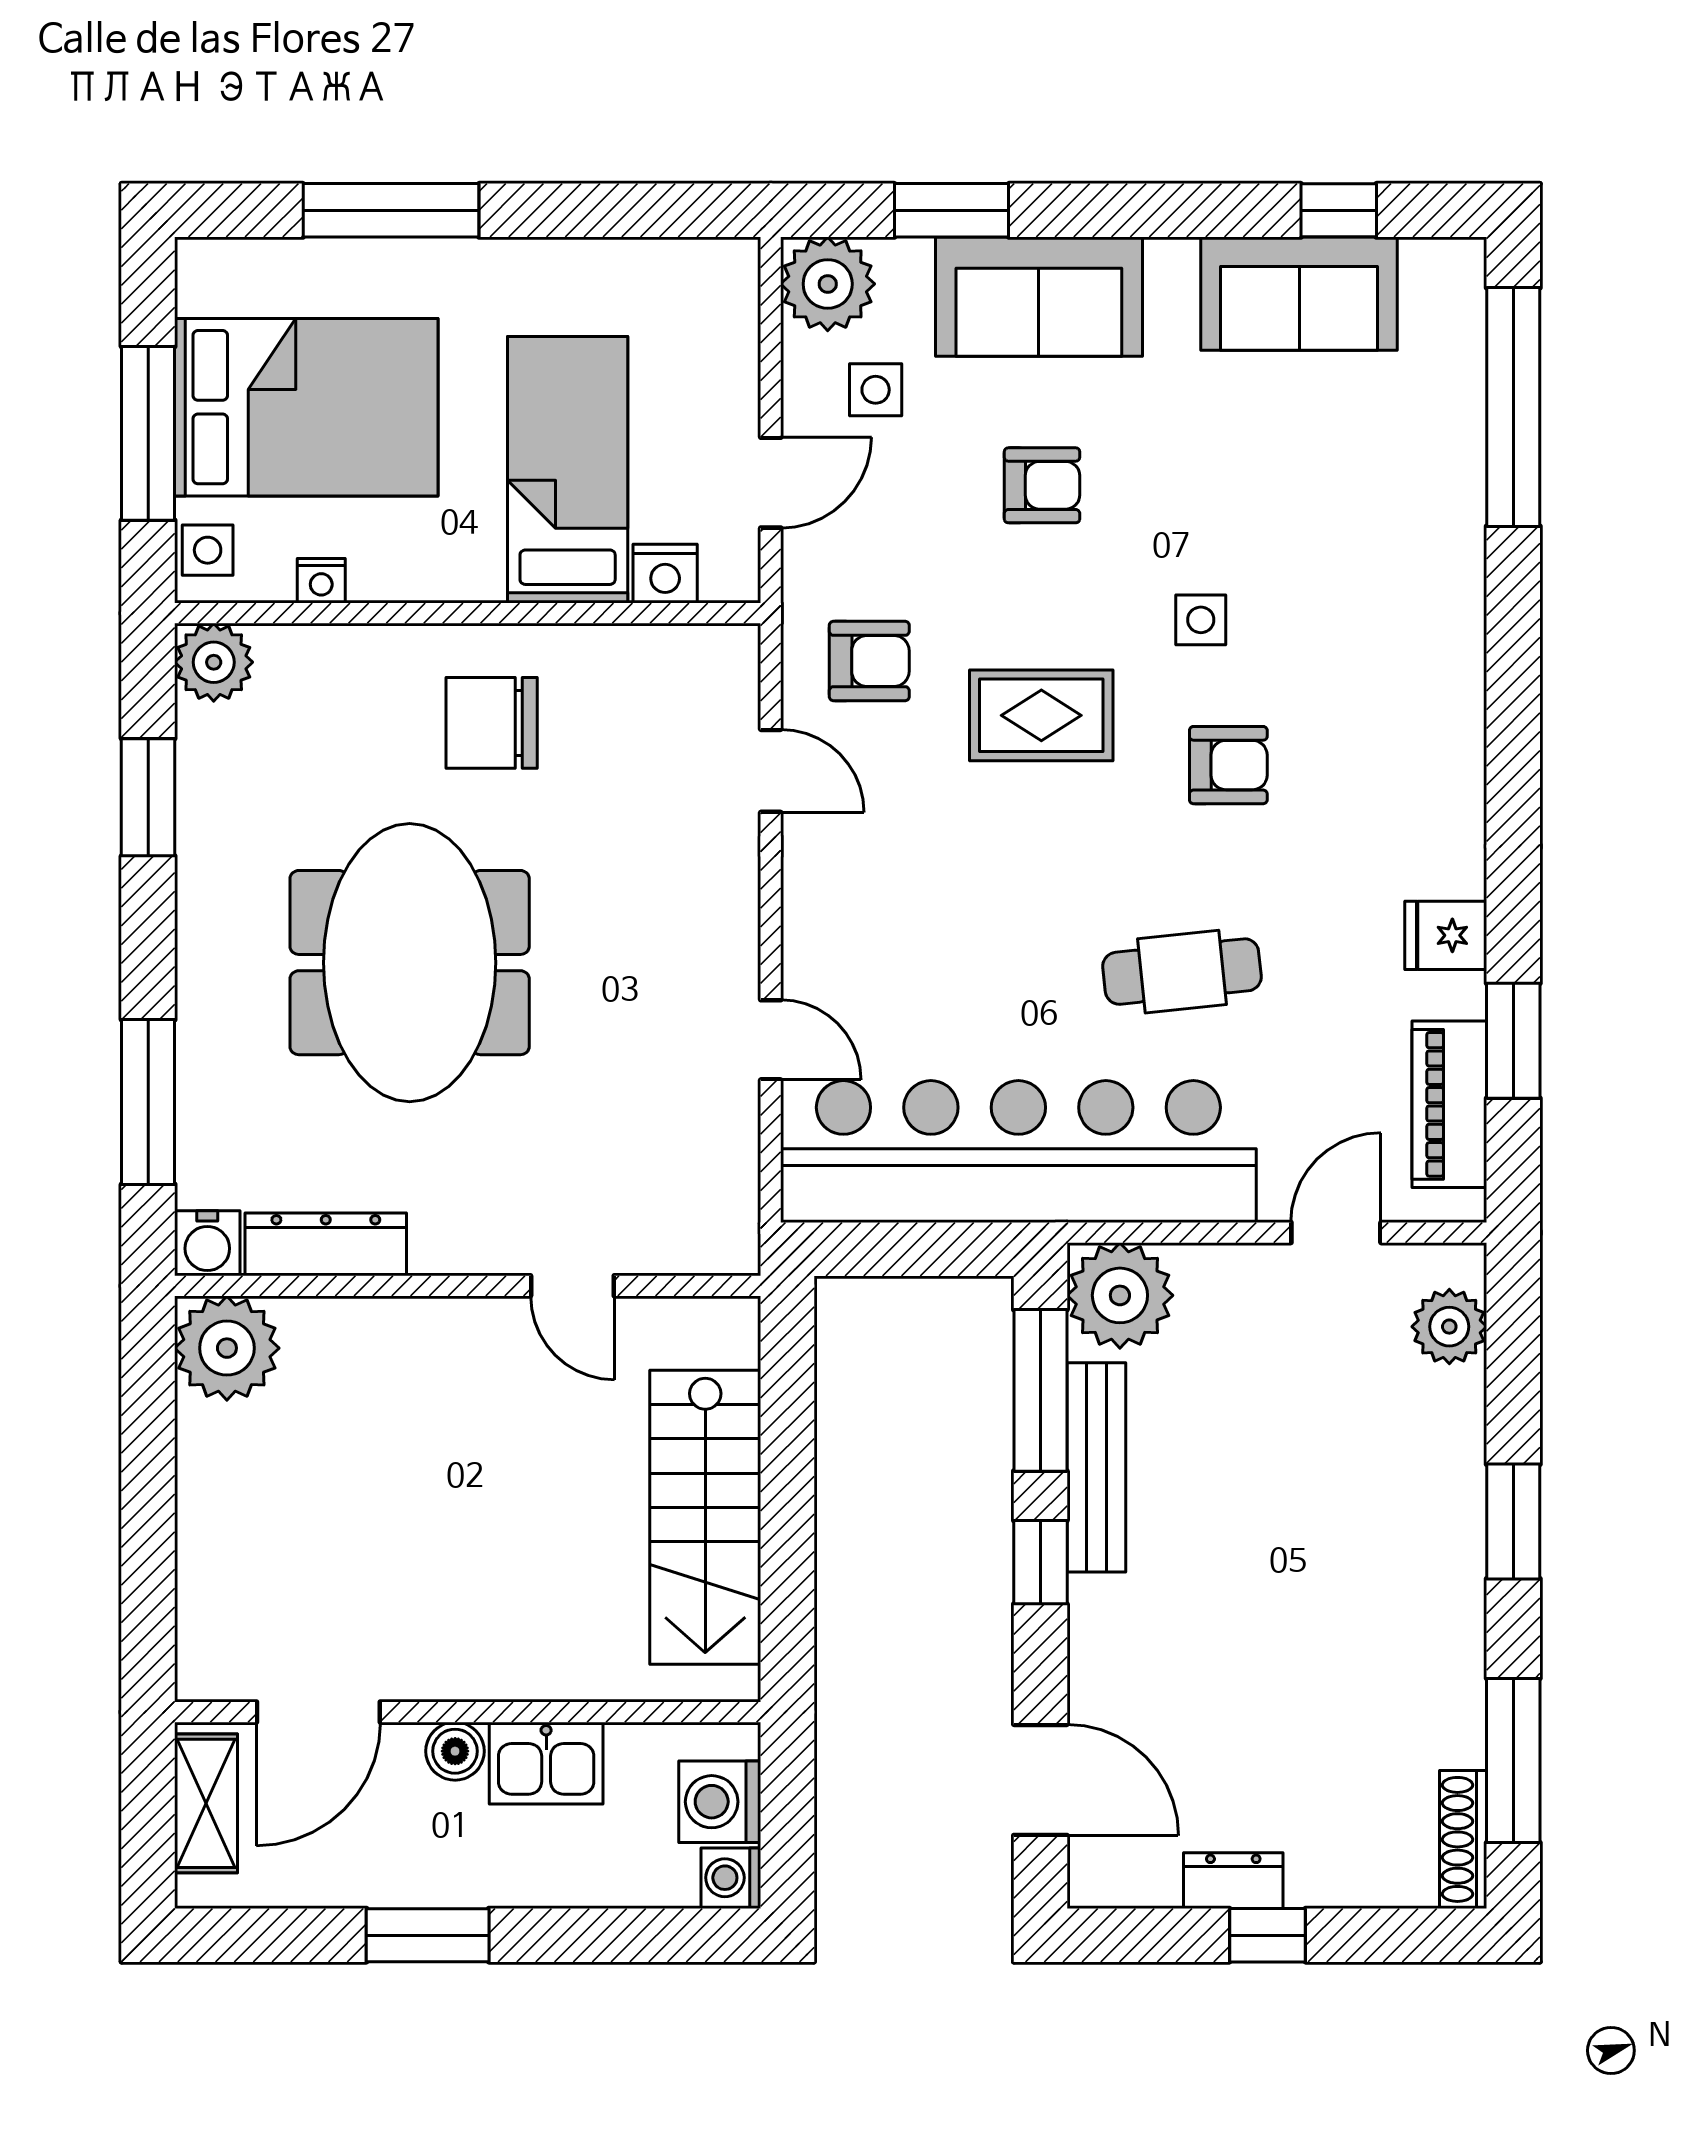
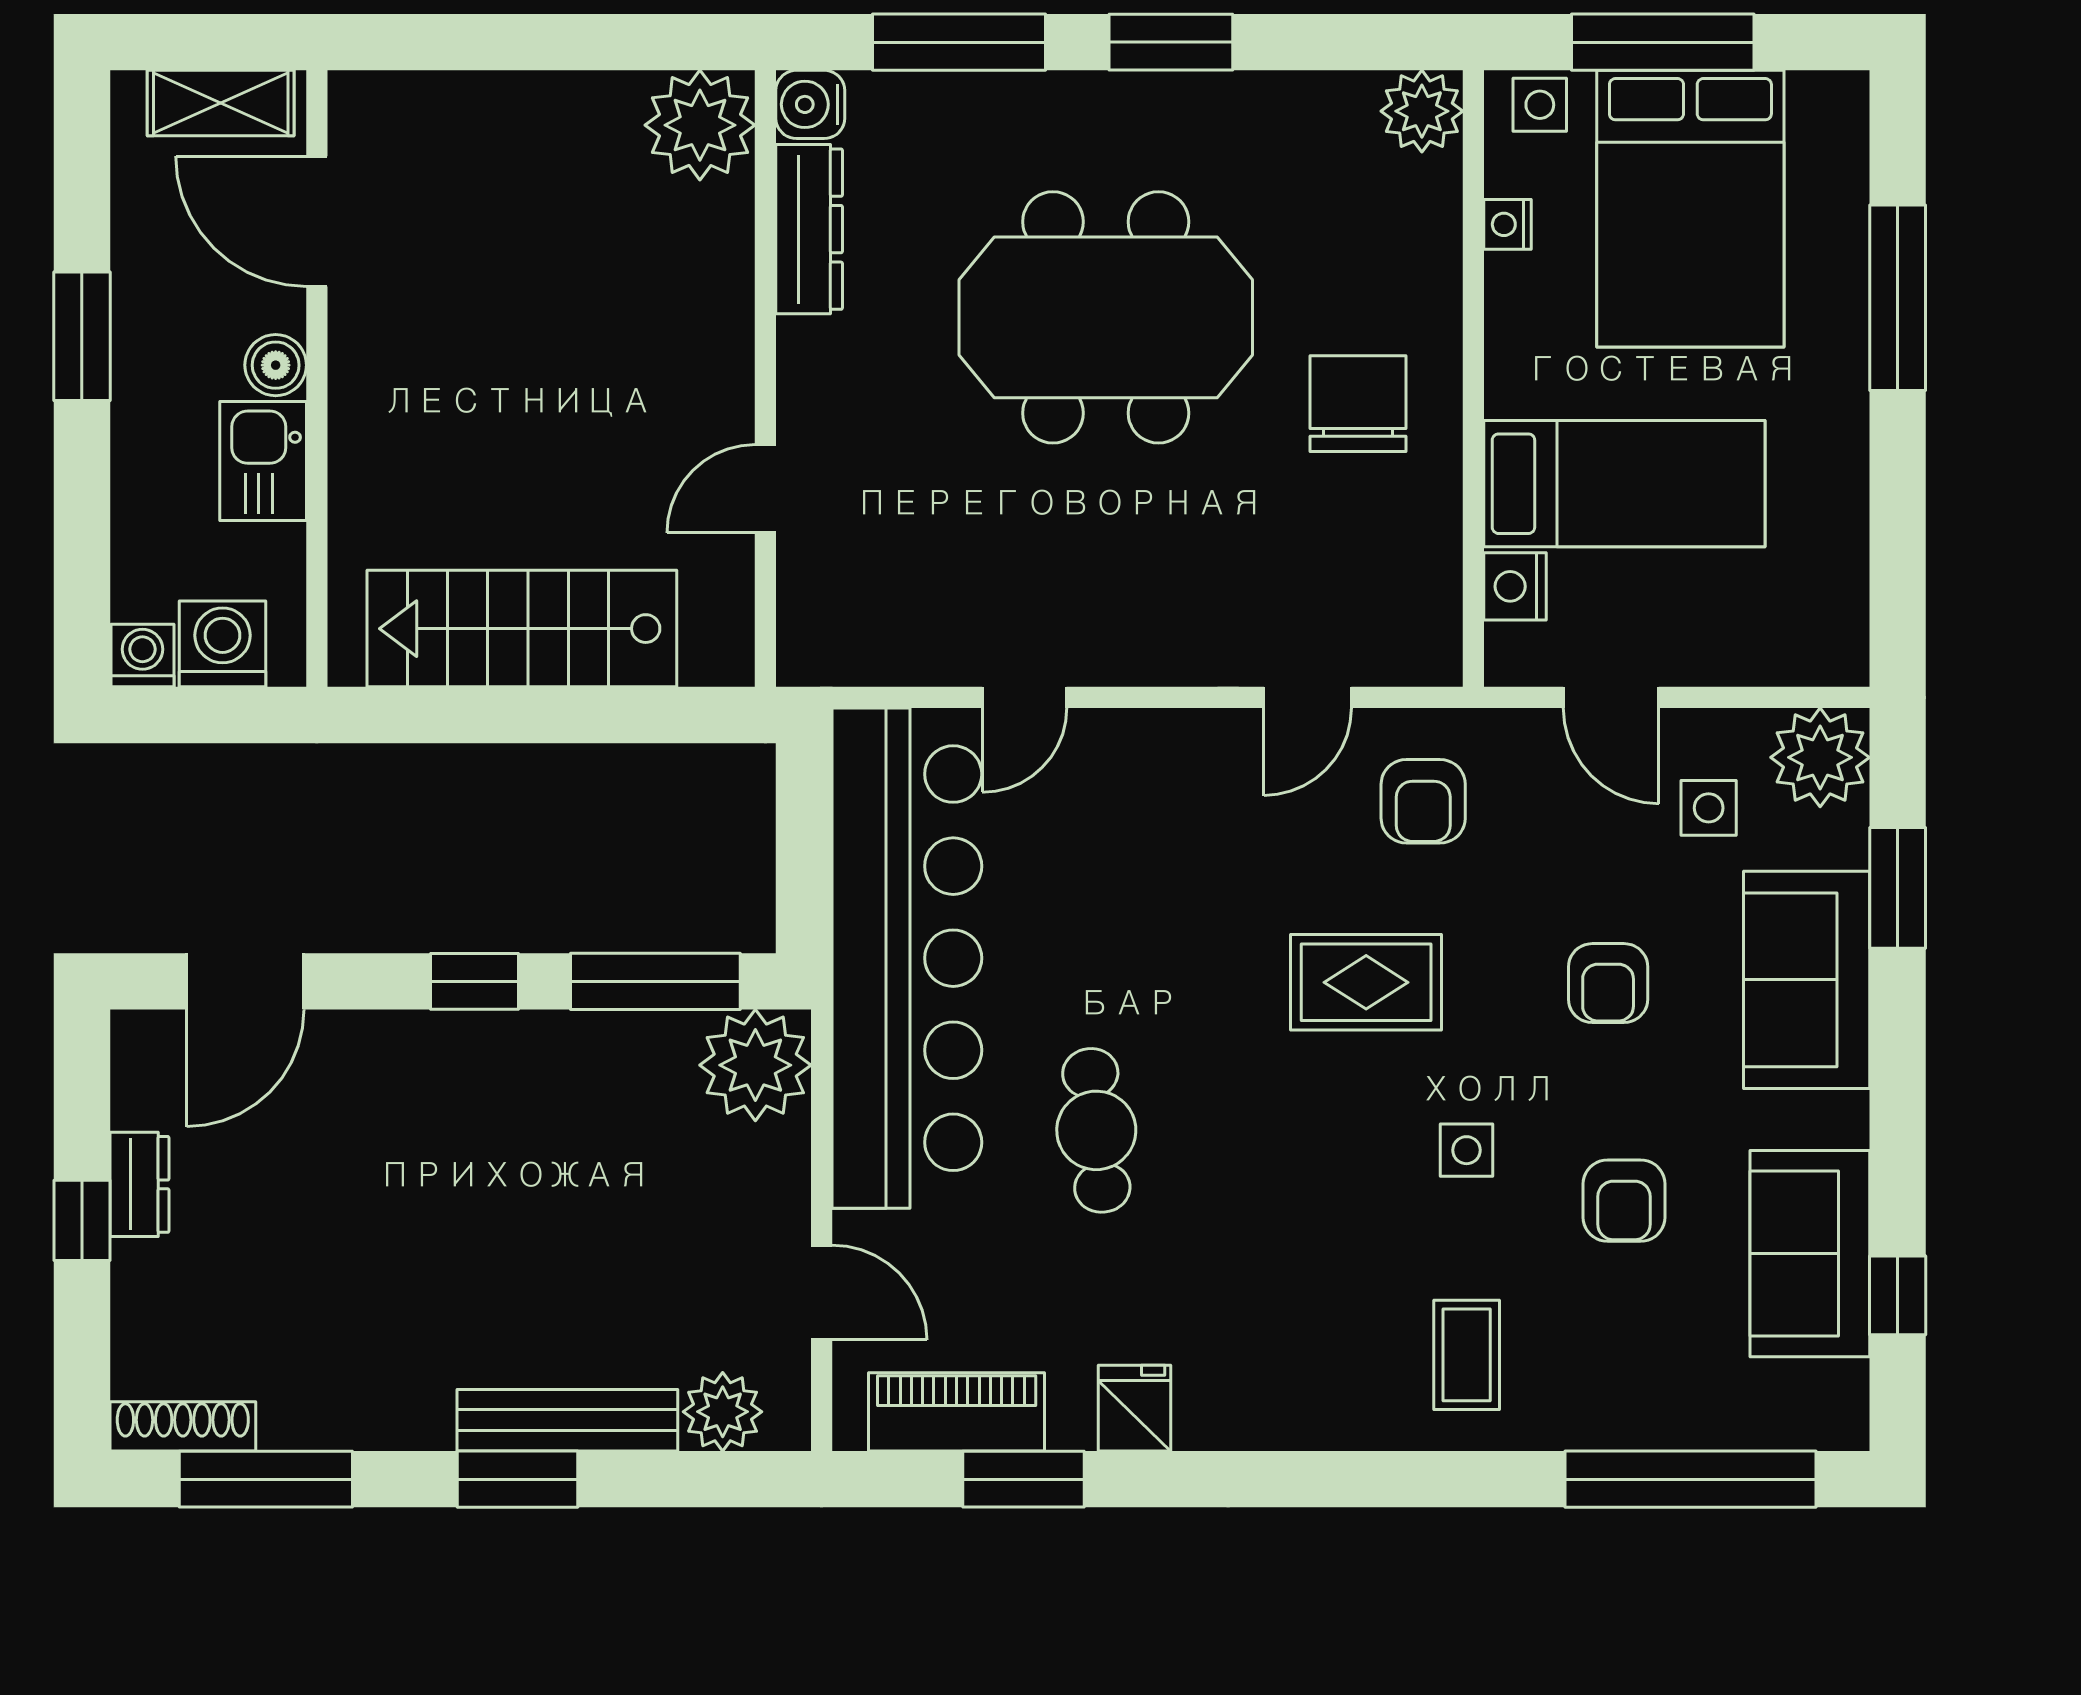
coffee table: (1395, 620) -> (1467, 1355), added
rug: (1041, 715) -> (1366, 982), turned 90
armchair: (1228, 765) -> (1624, 1201), moved
window: (148, 797) -> (1171, 42), moved
bench: (1096, 1467) -> (567, 1420), moved

